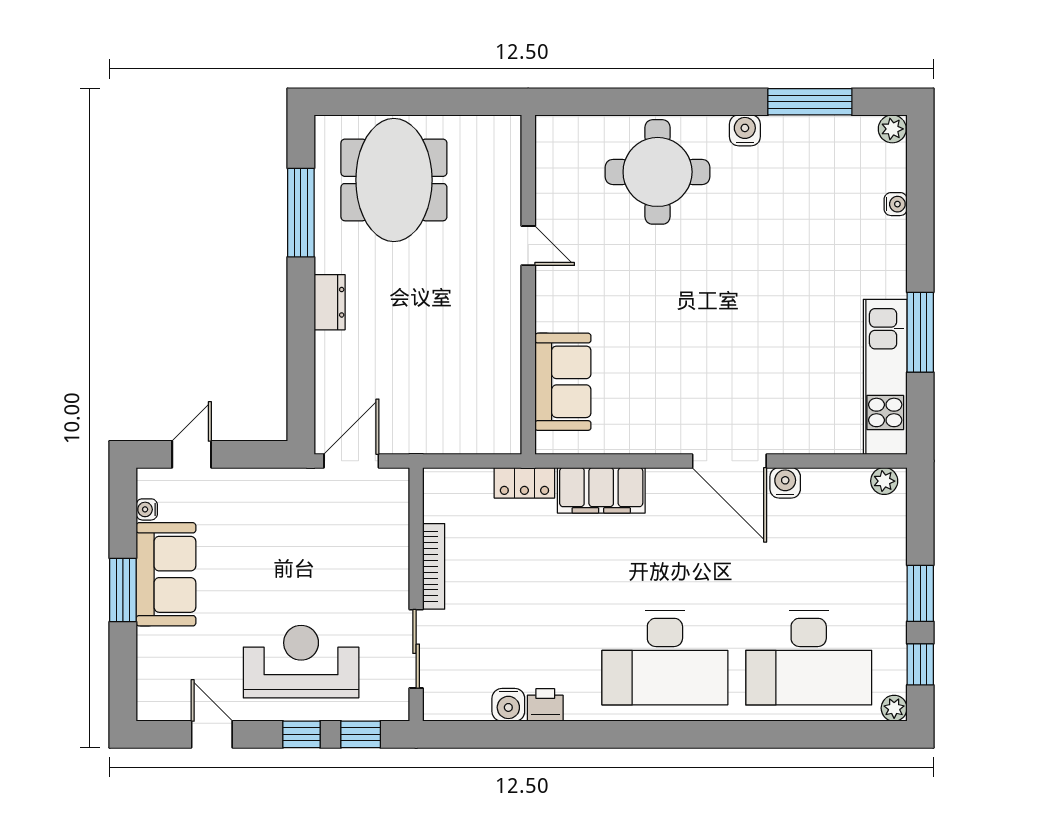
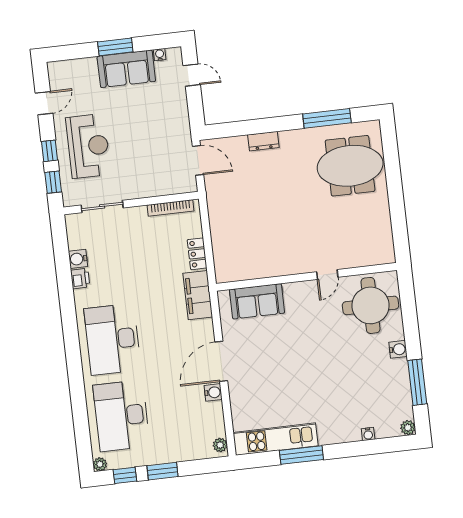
door: (528, 246) -> (327, 274), moved
wall: (528, 285) -> (306, 277), moved
dresser: (330, 302) -> (263, 141), moved
sofa: (563, 382) -> (257, 301), moved
bookcase: (434, 566) -> (170, 208), moved

